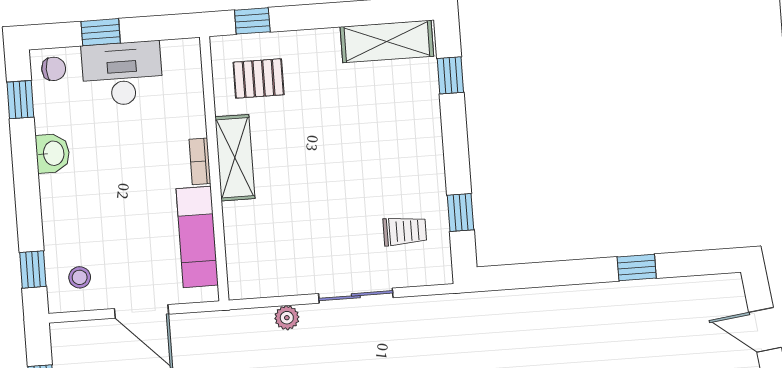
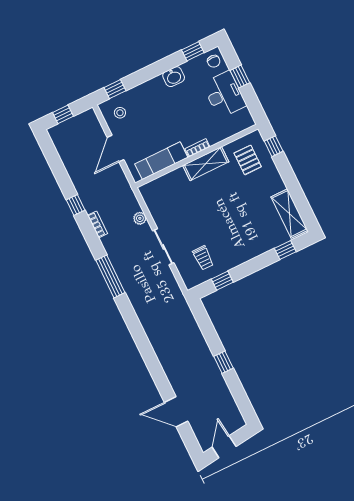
window: (637, 268) -> (224, 362), moved

